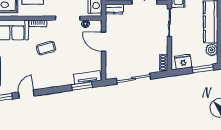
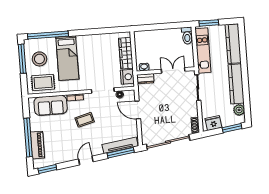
tv unit: (87, 77) -> (120, 145), width x1.41
sliding door: (133, 79) -> (168, 142), width x1.36
window: (82, 86) -> (121, 153), width x1.44
door: (26, 94) -> (86, 160), moved

